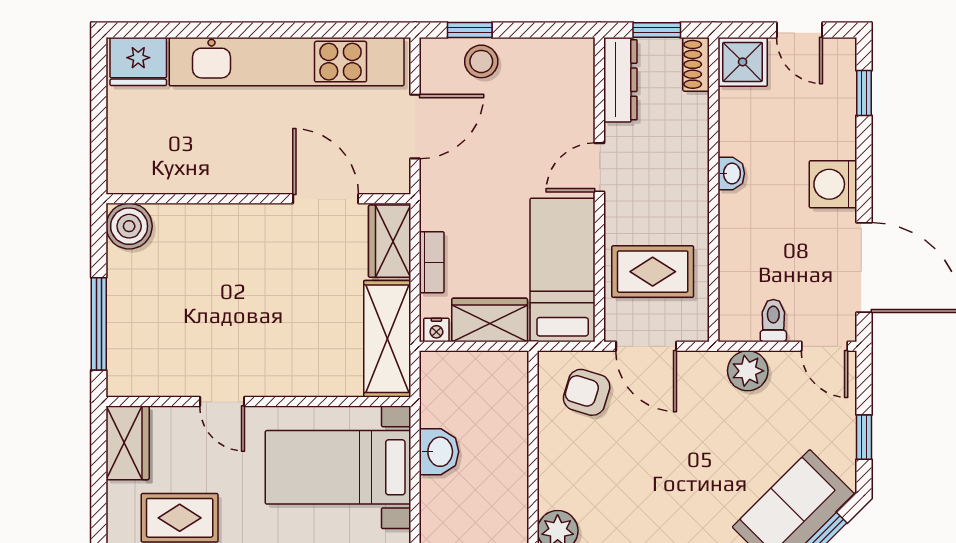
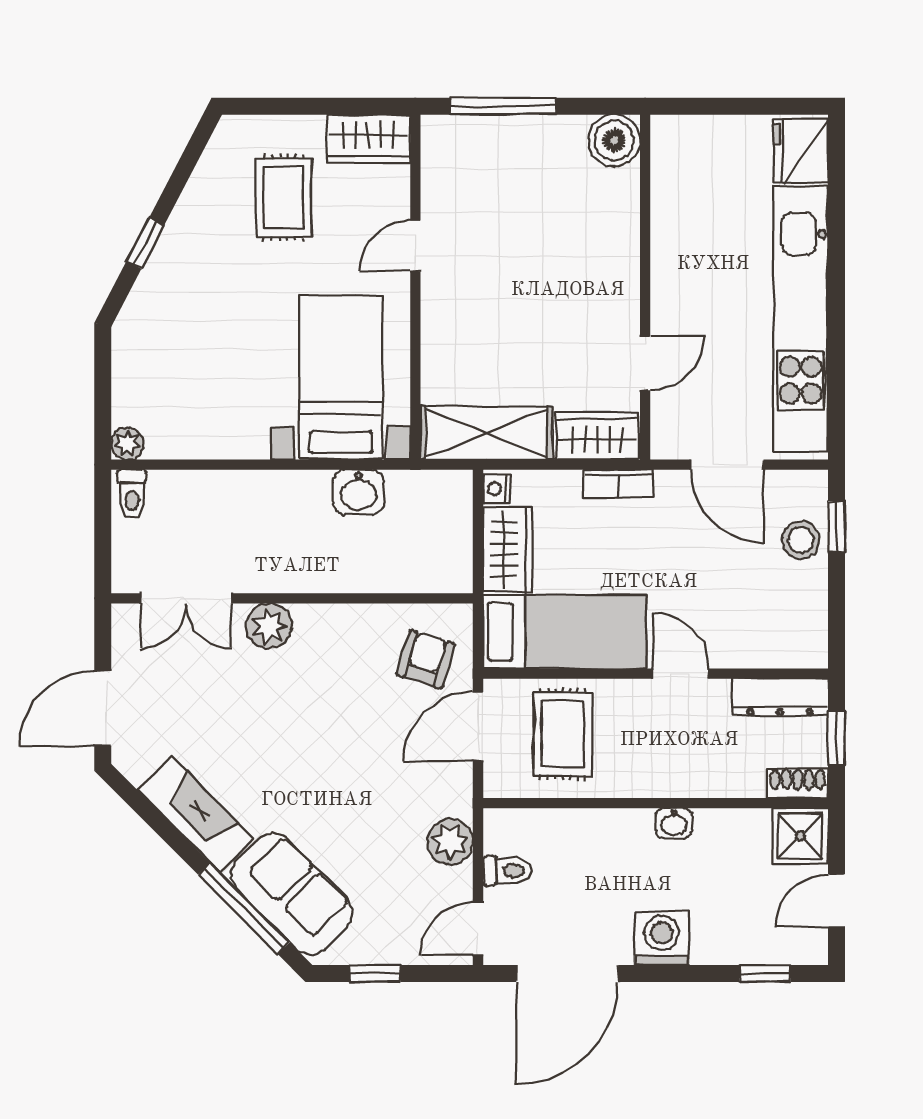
door: (326, 199) -> (645, 363), width x0.73
bookcase: (432, 262) -> (619, 484), moved

